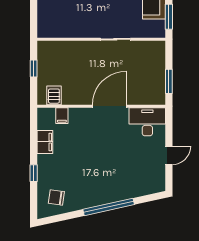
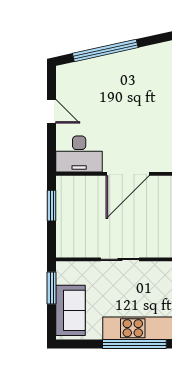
door: (169, 155) -> (52, 111), swing flipped
window: (109, 207) -> (105, 50), moved

